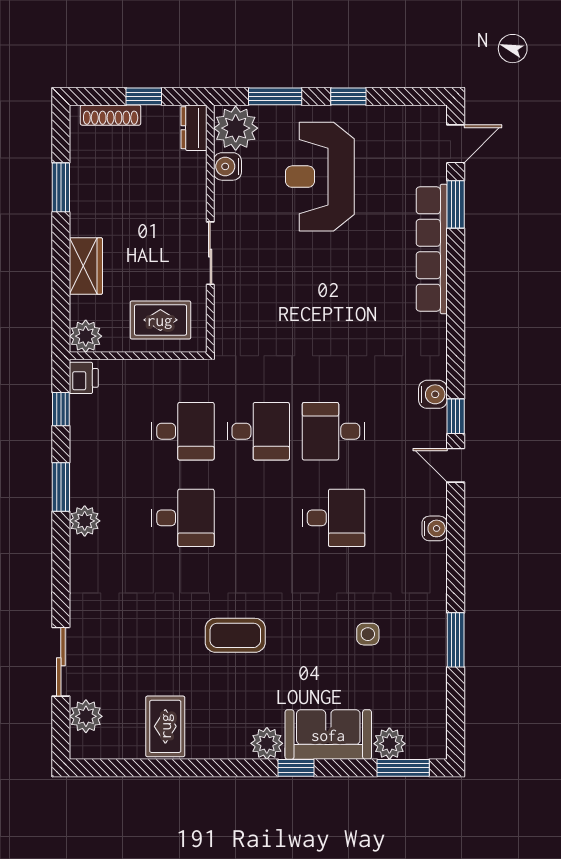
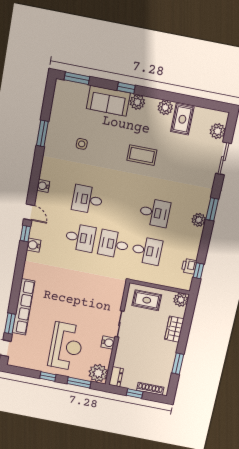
water cooler: (227, 166) -> (108, 343), moved
printer: (84, 378) -> (189, 266), moved
desk: (183, 431) -> (147, 251), turned 180
window: (61, 487) -> (212, 209), moved
desk: (183, 518) -> (155, 213), turned 180
plant: (389, 744) -> (165, 108), moved

